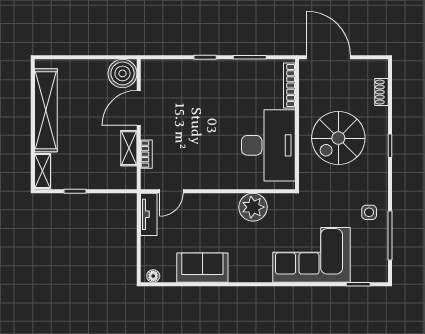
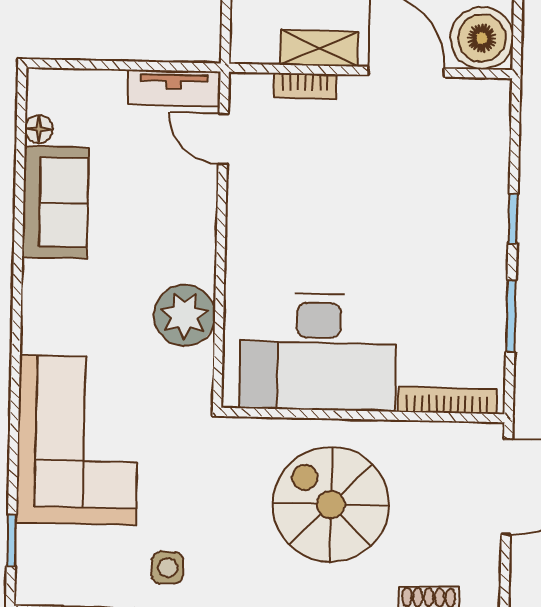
floor lamp: (153, 276) -> (39, 129), moved

